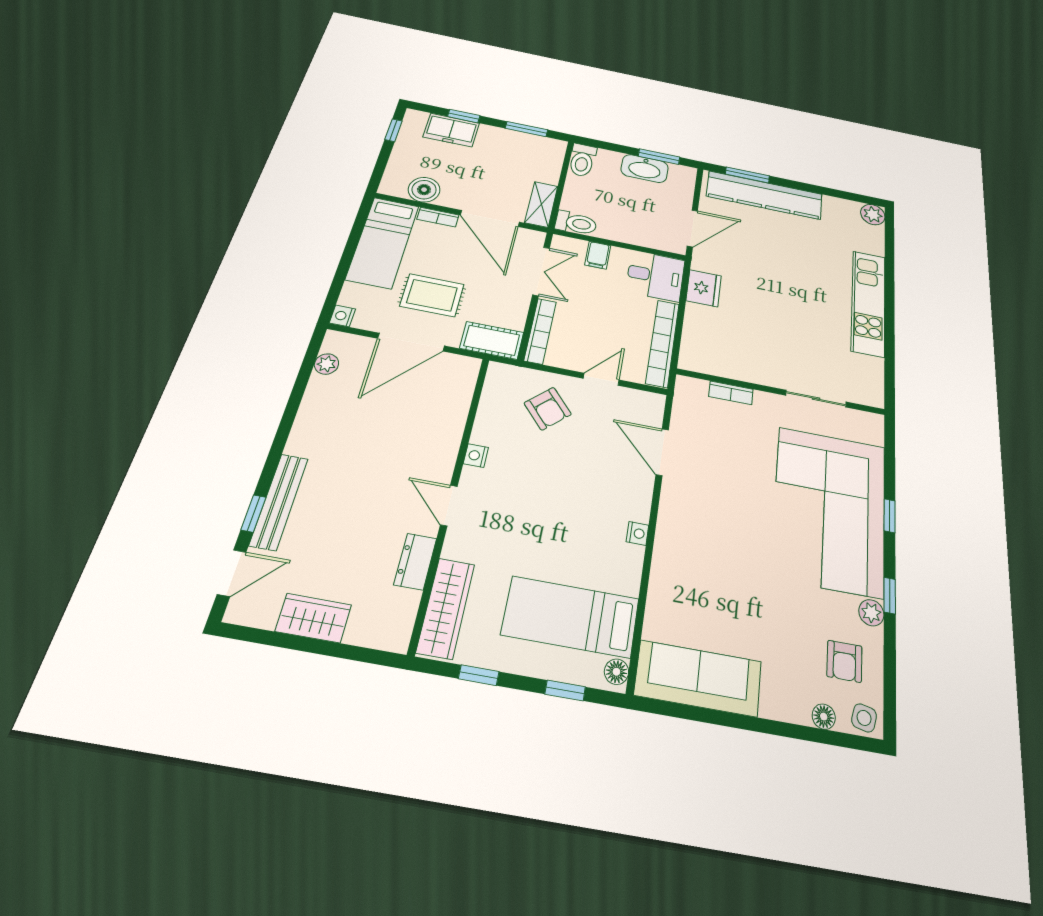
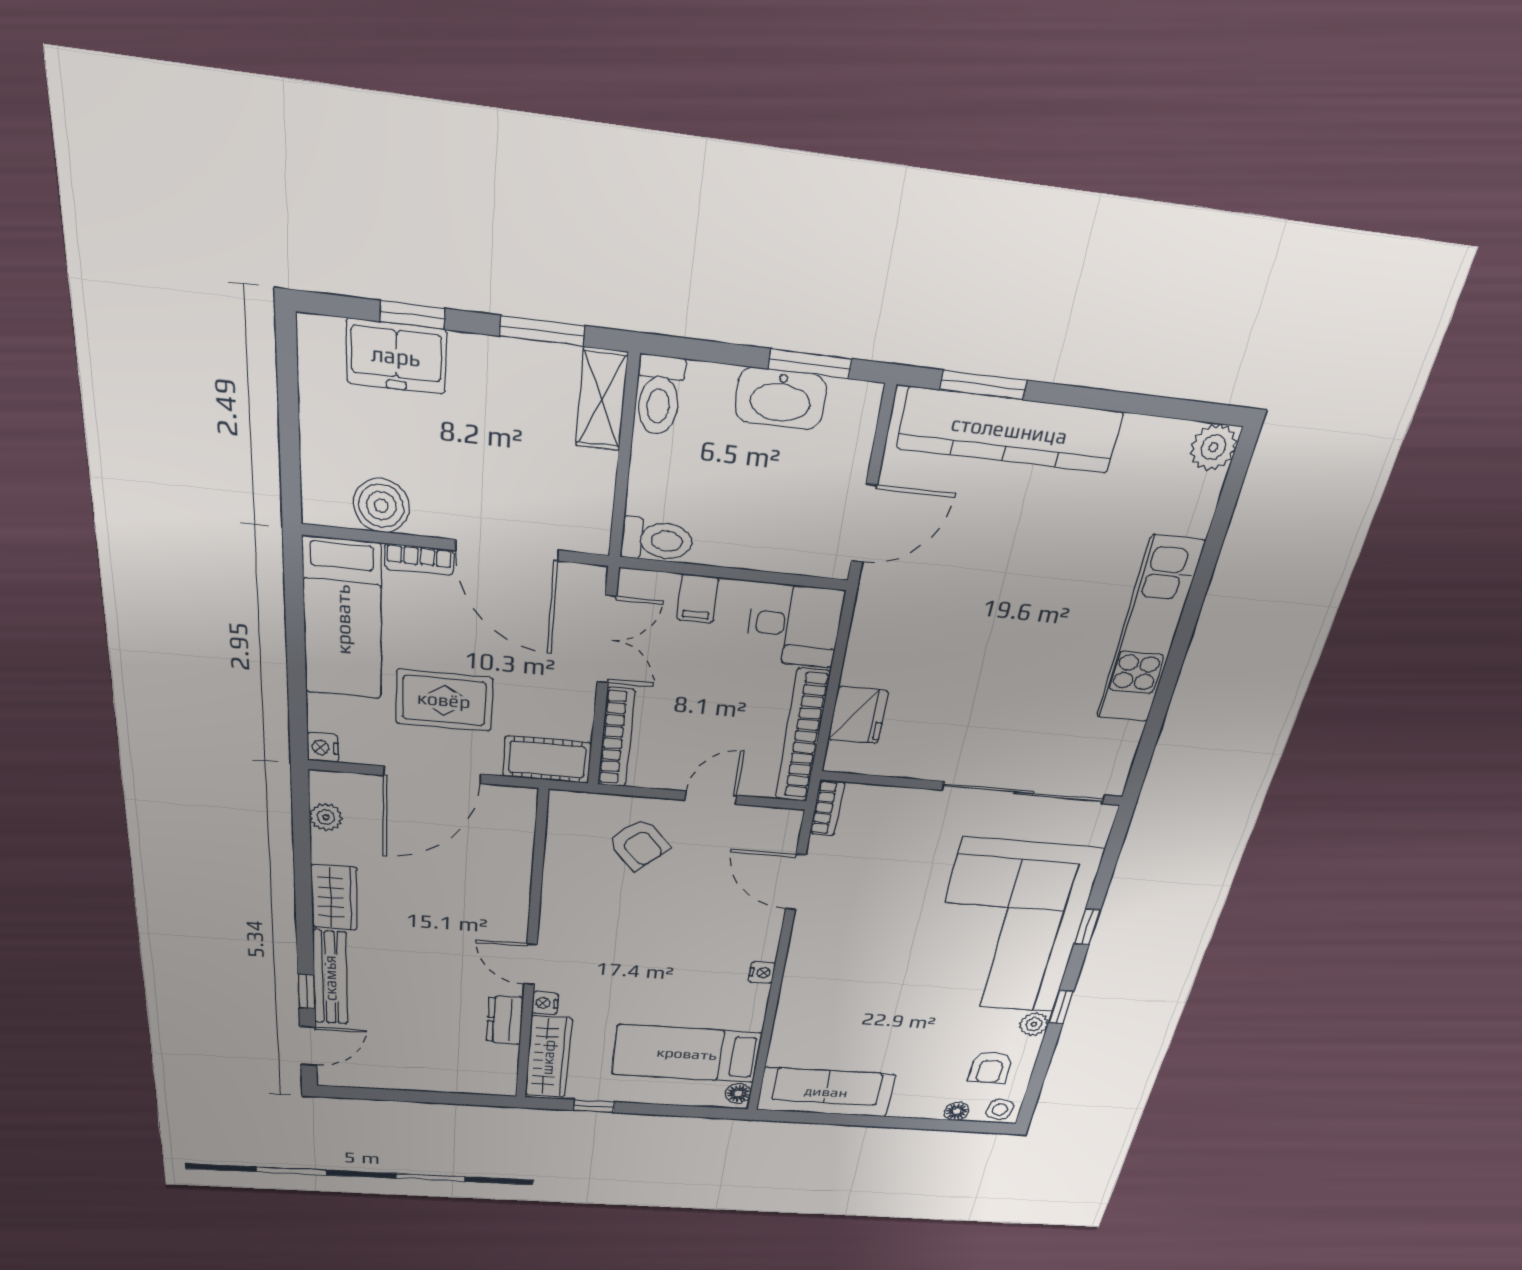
window: (393, 130) -> (287, 374), removed
shelving: (541, 204) -> (602, 399), moved
fridge: (704, 288) -> (858, 715), moved
bookcase: (731, 393) -> (827, 808), moved, turned -90
sliding door: (816, 399) -> (1024, 793), width x1.86
nightstand: (476, 456) -> (545, 1003), moved
wardrobe: (313, 618) -> (334, 897), moved, turned 90
window: (565, 690) -> (685, 1111), removed

